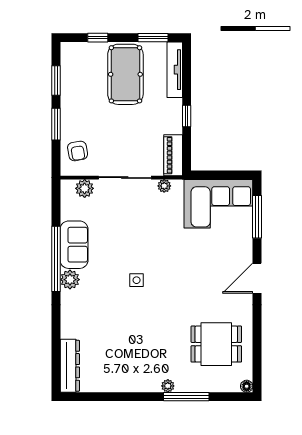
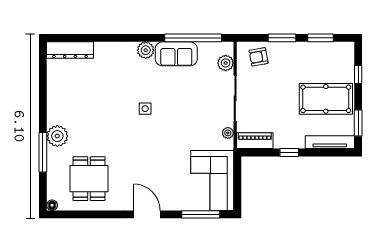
window: (56, 259) -> (193, 38), moved
plant: (168, 386) -> (57, 136), width x1.87, depth x1.87

